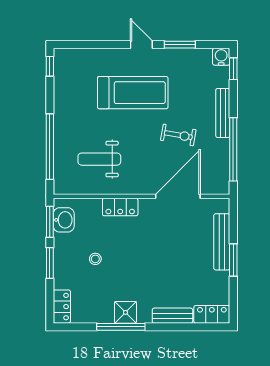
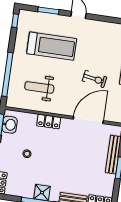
window: (180, 45) -> (48, 11), moved
treadmill: (133, 93) -> (52, 46), moved

